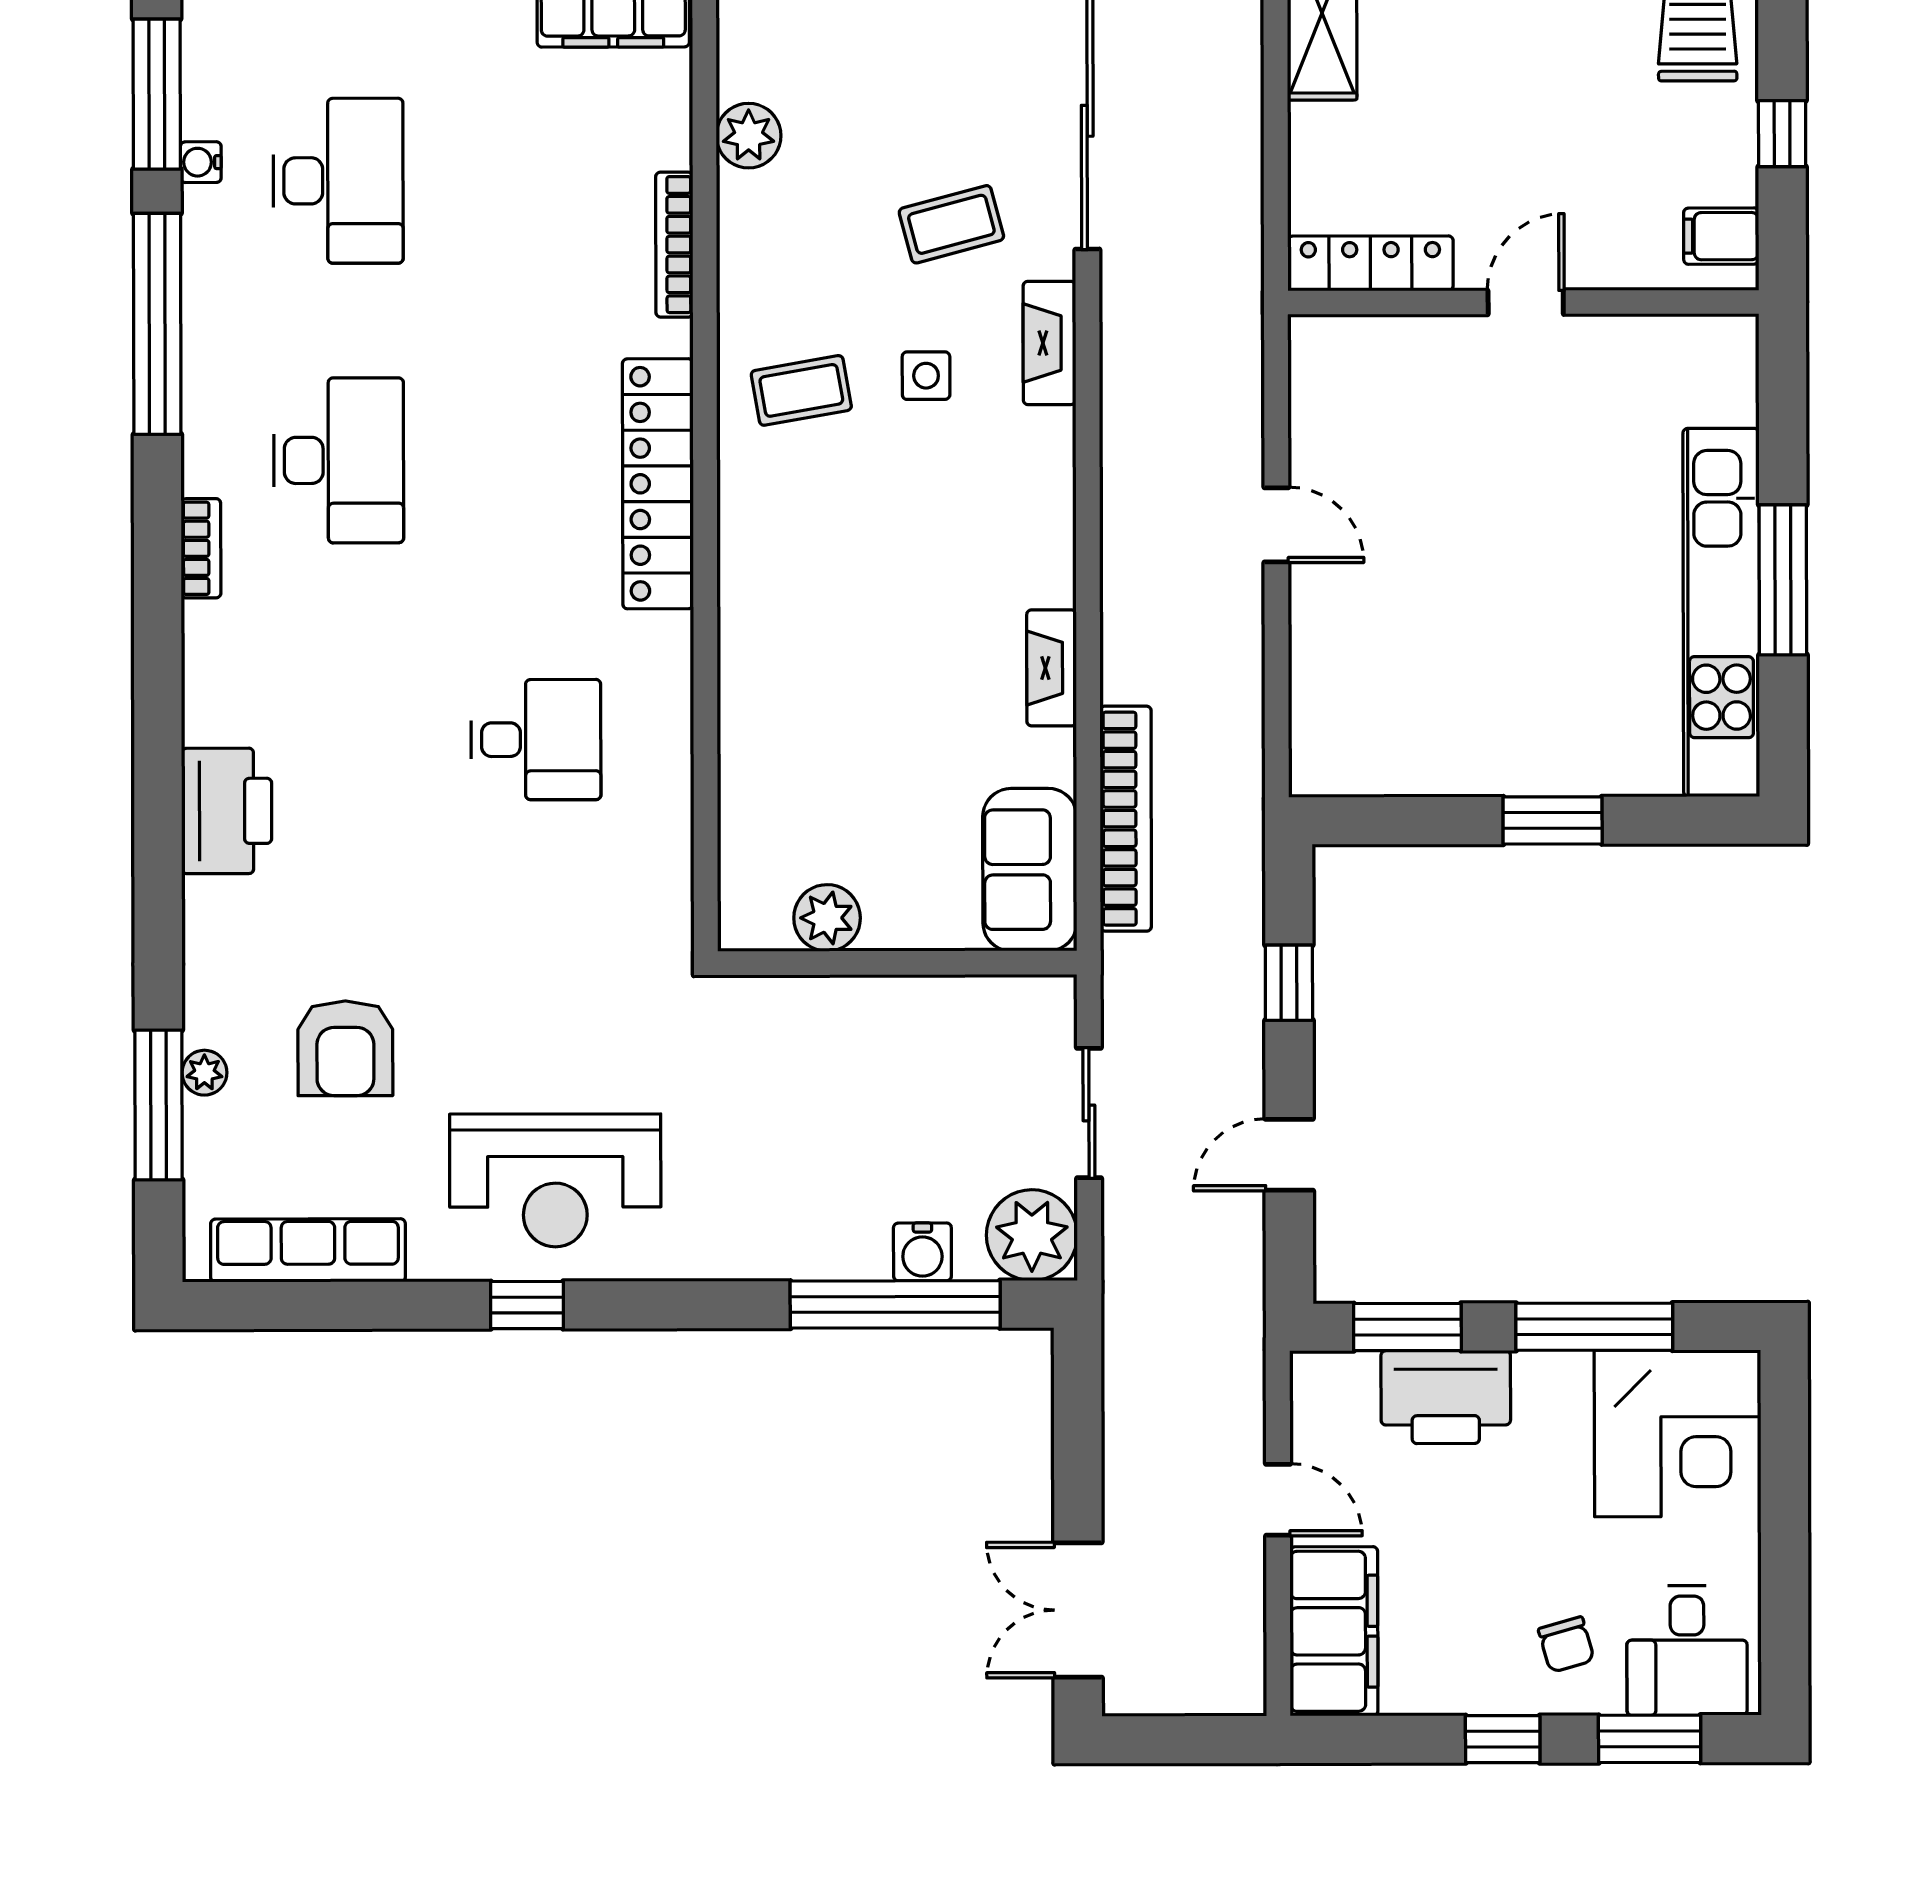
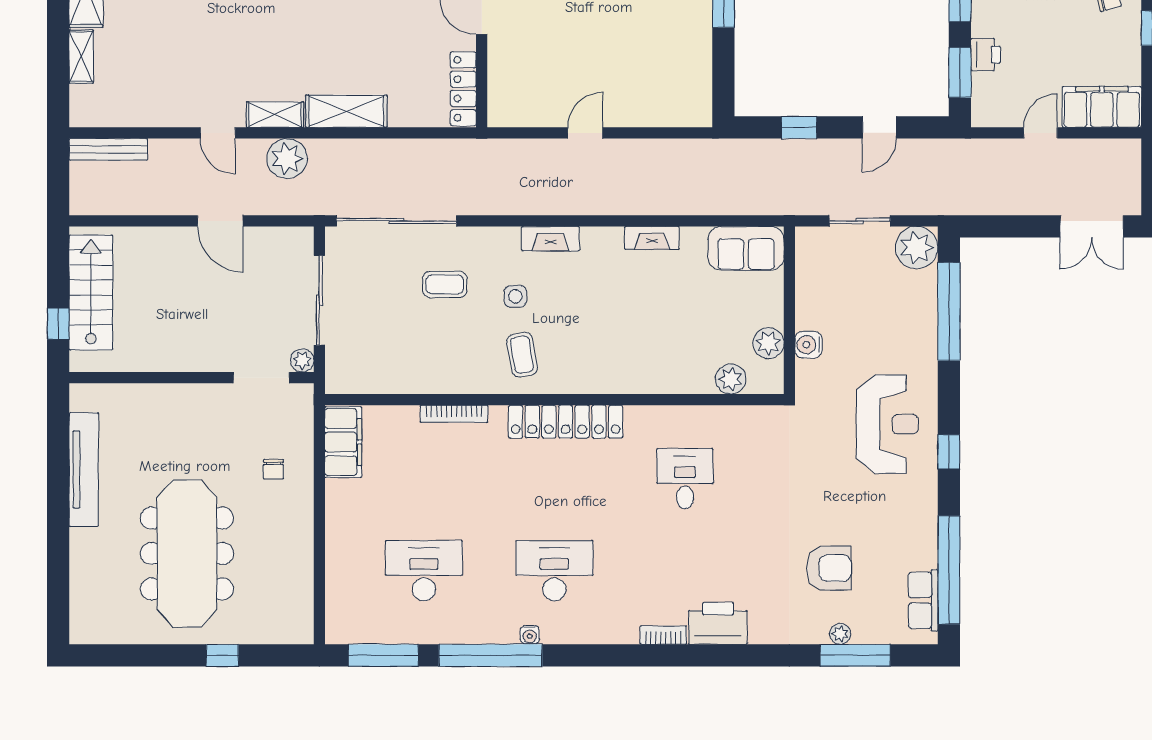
plant: (749, 136) -> (731, 379), moved
water cooler: (201, 162) -> (530, 635), moved
coffee table: (951, 224) -> (445, 284), turned -75
fireplace: (1049, 343) -> (550, 239), moved
bookcase: (201, 548) -> (663, 635), moved
bookcase: (1126, 819) -> (722, 204), removed
door: (1289, 1155) -> (879, 127), hinge flipped
reception desk: (555, 1180) -> (887, 424), moved
row of seats: (308, 1250) -> (923, 600), width x0.68
water cooler: (922, 1252) -> (808, 345), moved, turned 180
window: (341, 1305) -> (949, 570), added
window: (527, 1305) -> (949, 452), moved
printer: (1446, 1397) -> (986, 55), width x0.53, depth x0.68

